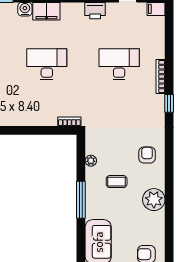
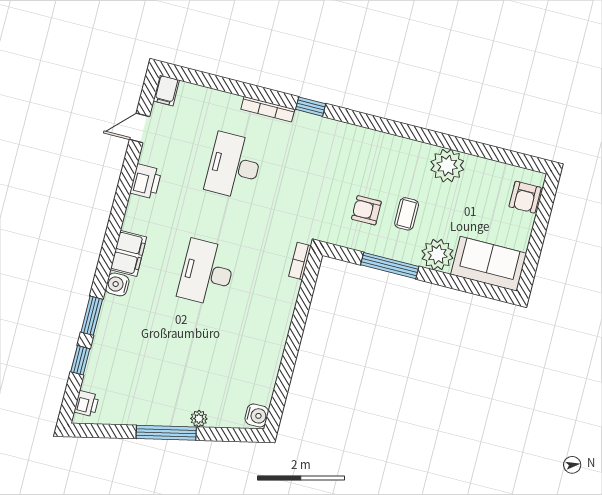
armchair: (147, 155) -> (366, 210), moved
plant: (91, 161) -> (437, 255), moved, width x1.87, depth x1.87
window: (81, 200) -> (390, 266), moved

